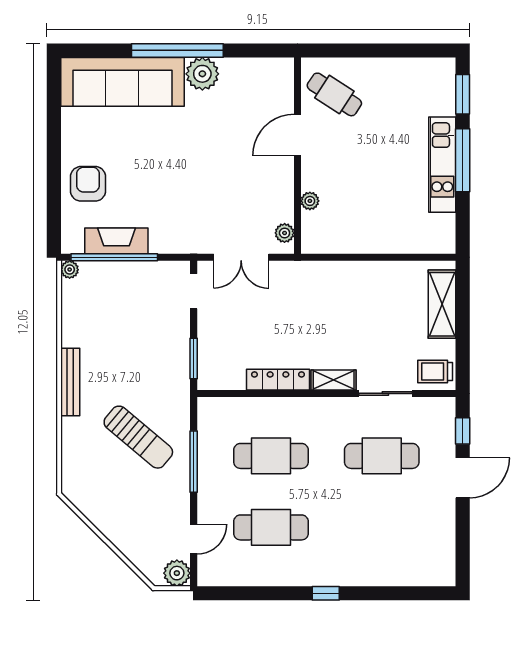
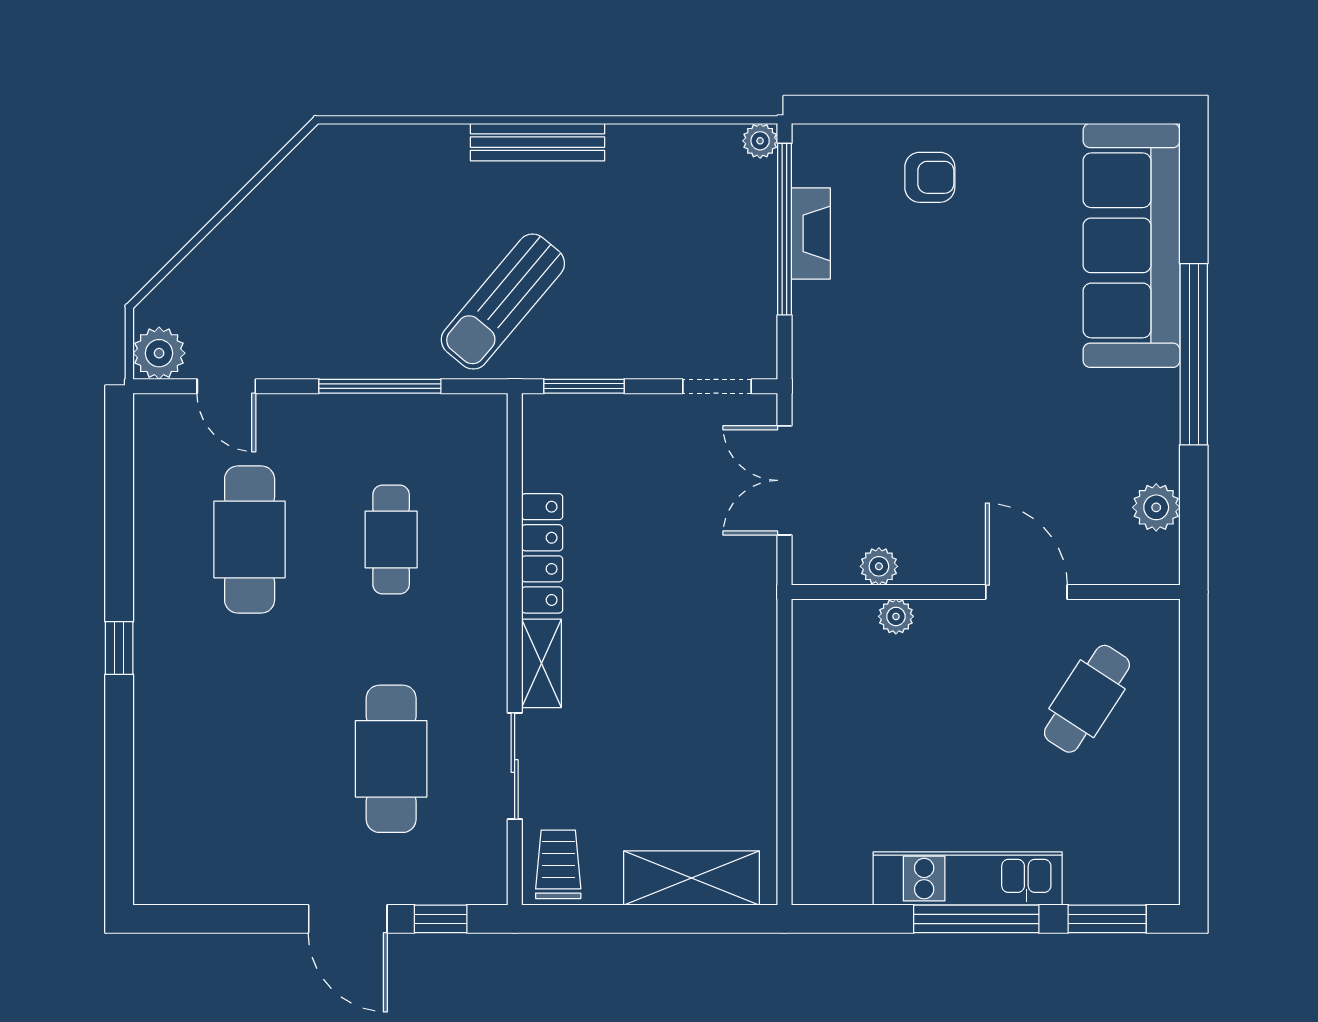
plant: (202, 74) -> (1156, 507), moved, width x0.73, depth x0.73
cafe table: (334, 94) -> (1087, 699), moved
armchair: (88, 184) -> (930, 177), width x0.72, depth x0.72
plant: (285, 233) -> (879, 566), moved
fireplace: (116, 241) -> (811, 233), width x0.73, depth x0.76
sun lounger: (138, 437) -> (503, 302), moved
cafe table: (271, 456) -> (391, 539), width x0.73, depth x0.74

